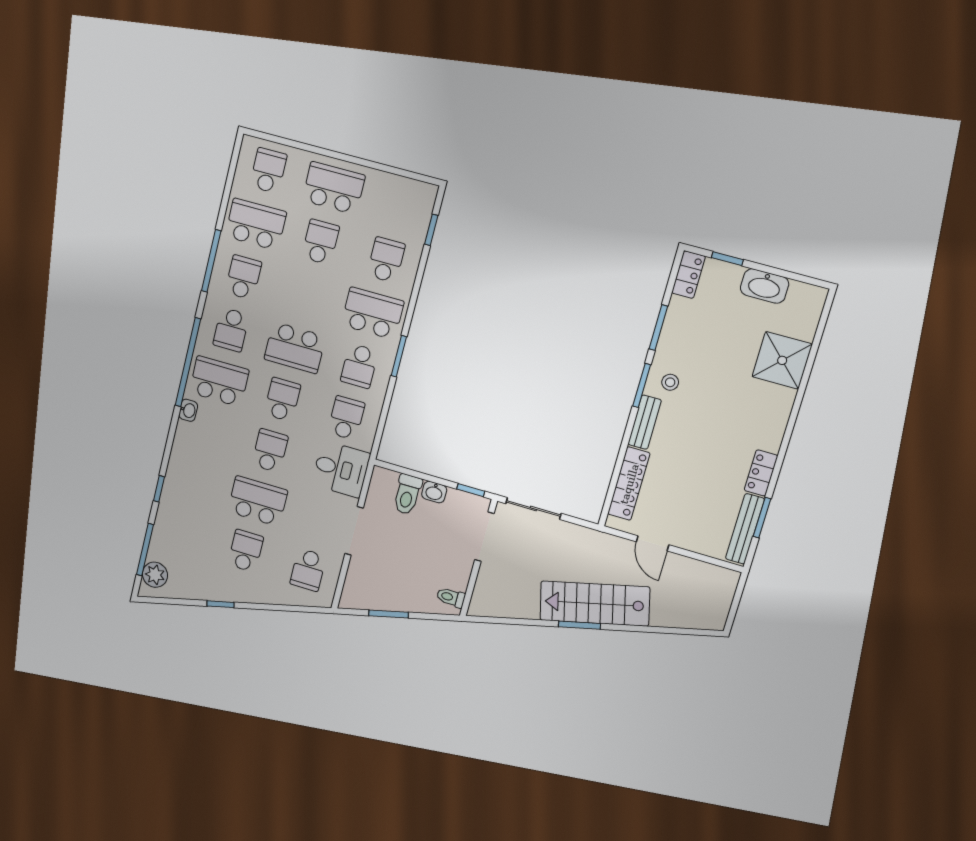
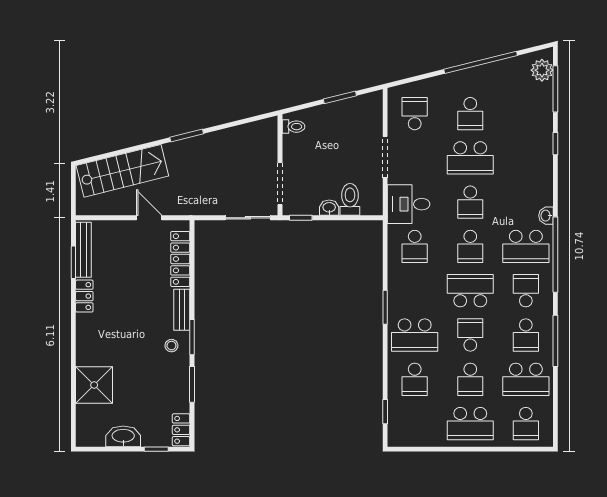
school desk: (359, 366) -> (470, 335), moved
window: (220, 604) -> (481, 62), width x3.17
stairs: (595, 604) -> (122, 171), moved

